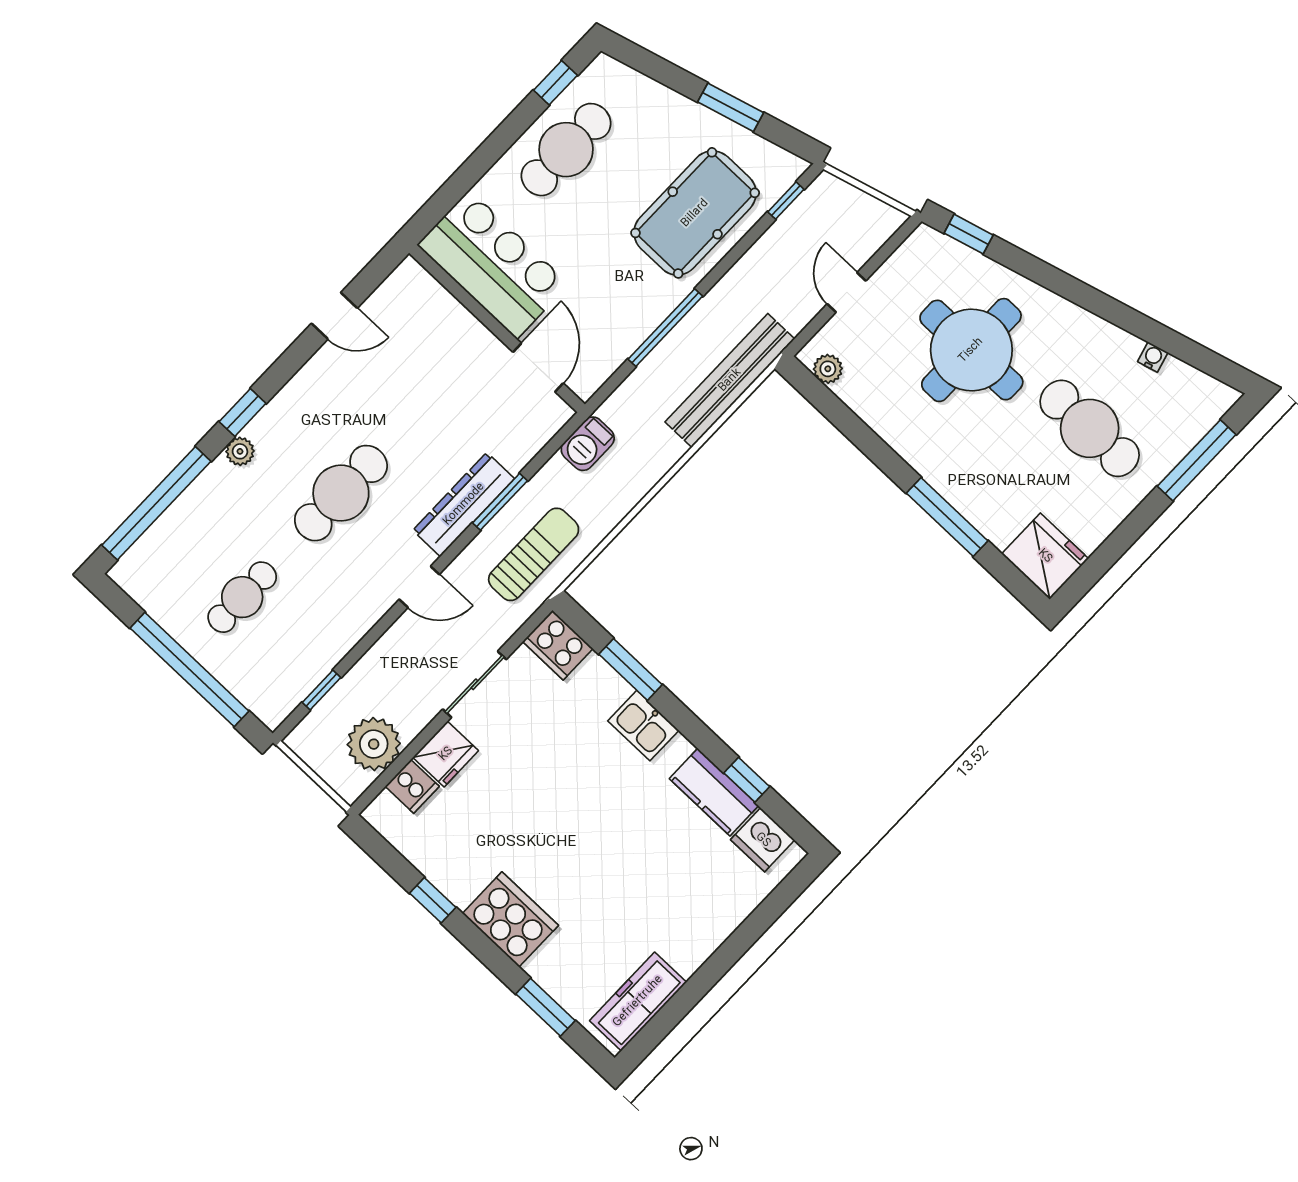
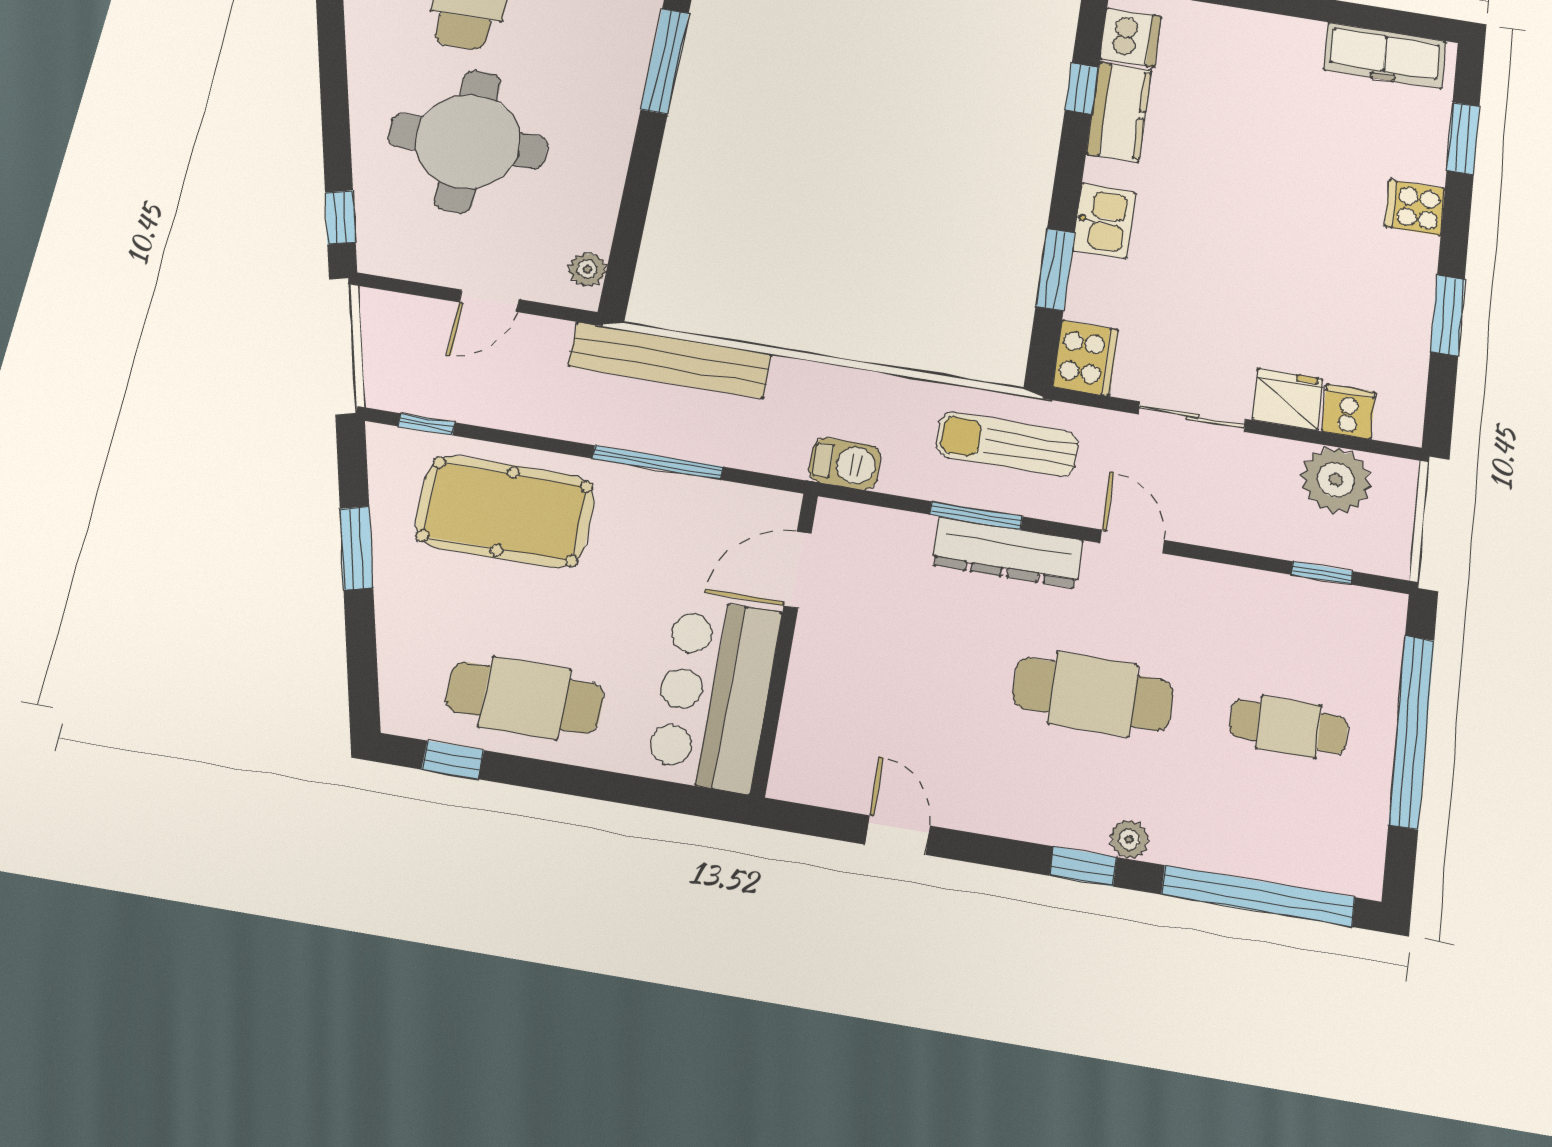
window: (433, 900) -> (1448, 315), width x1.50
cooker: (510, 919) -> (1415, 208), width x0.53, depth x0.76

